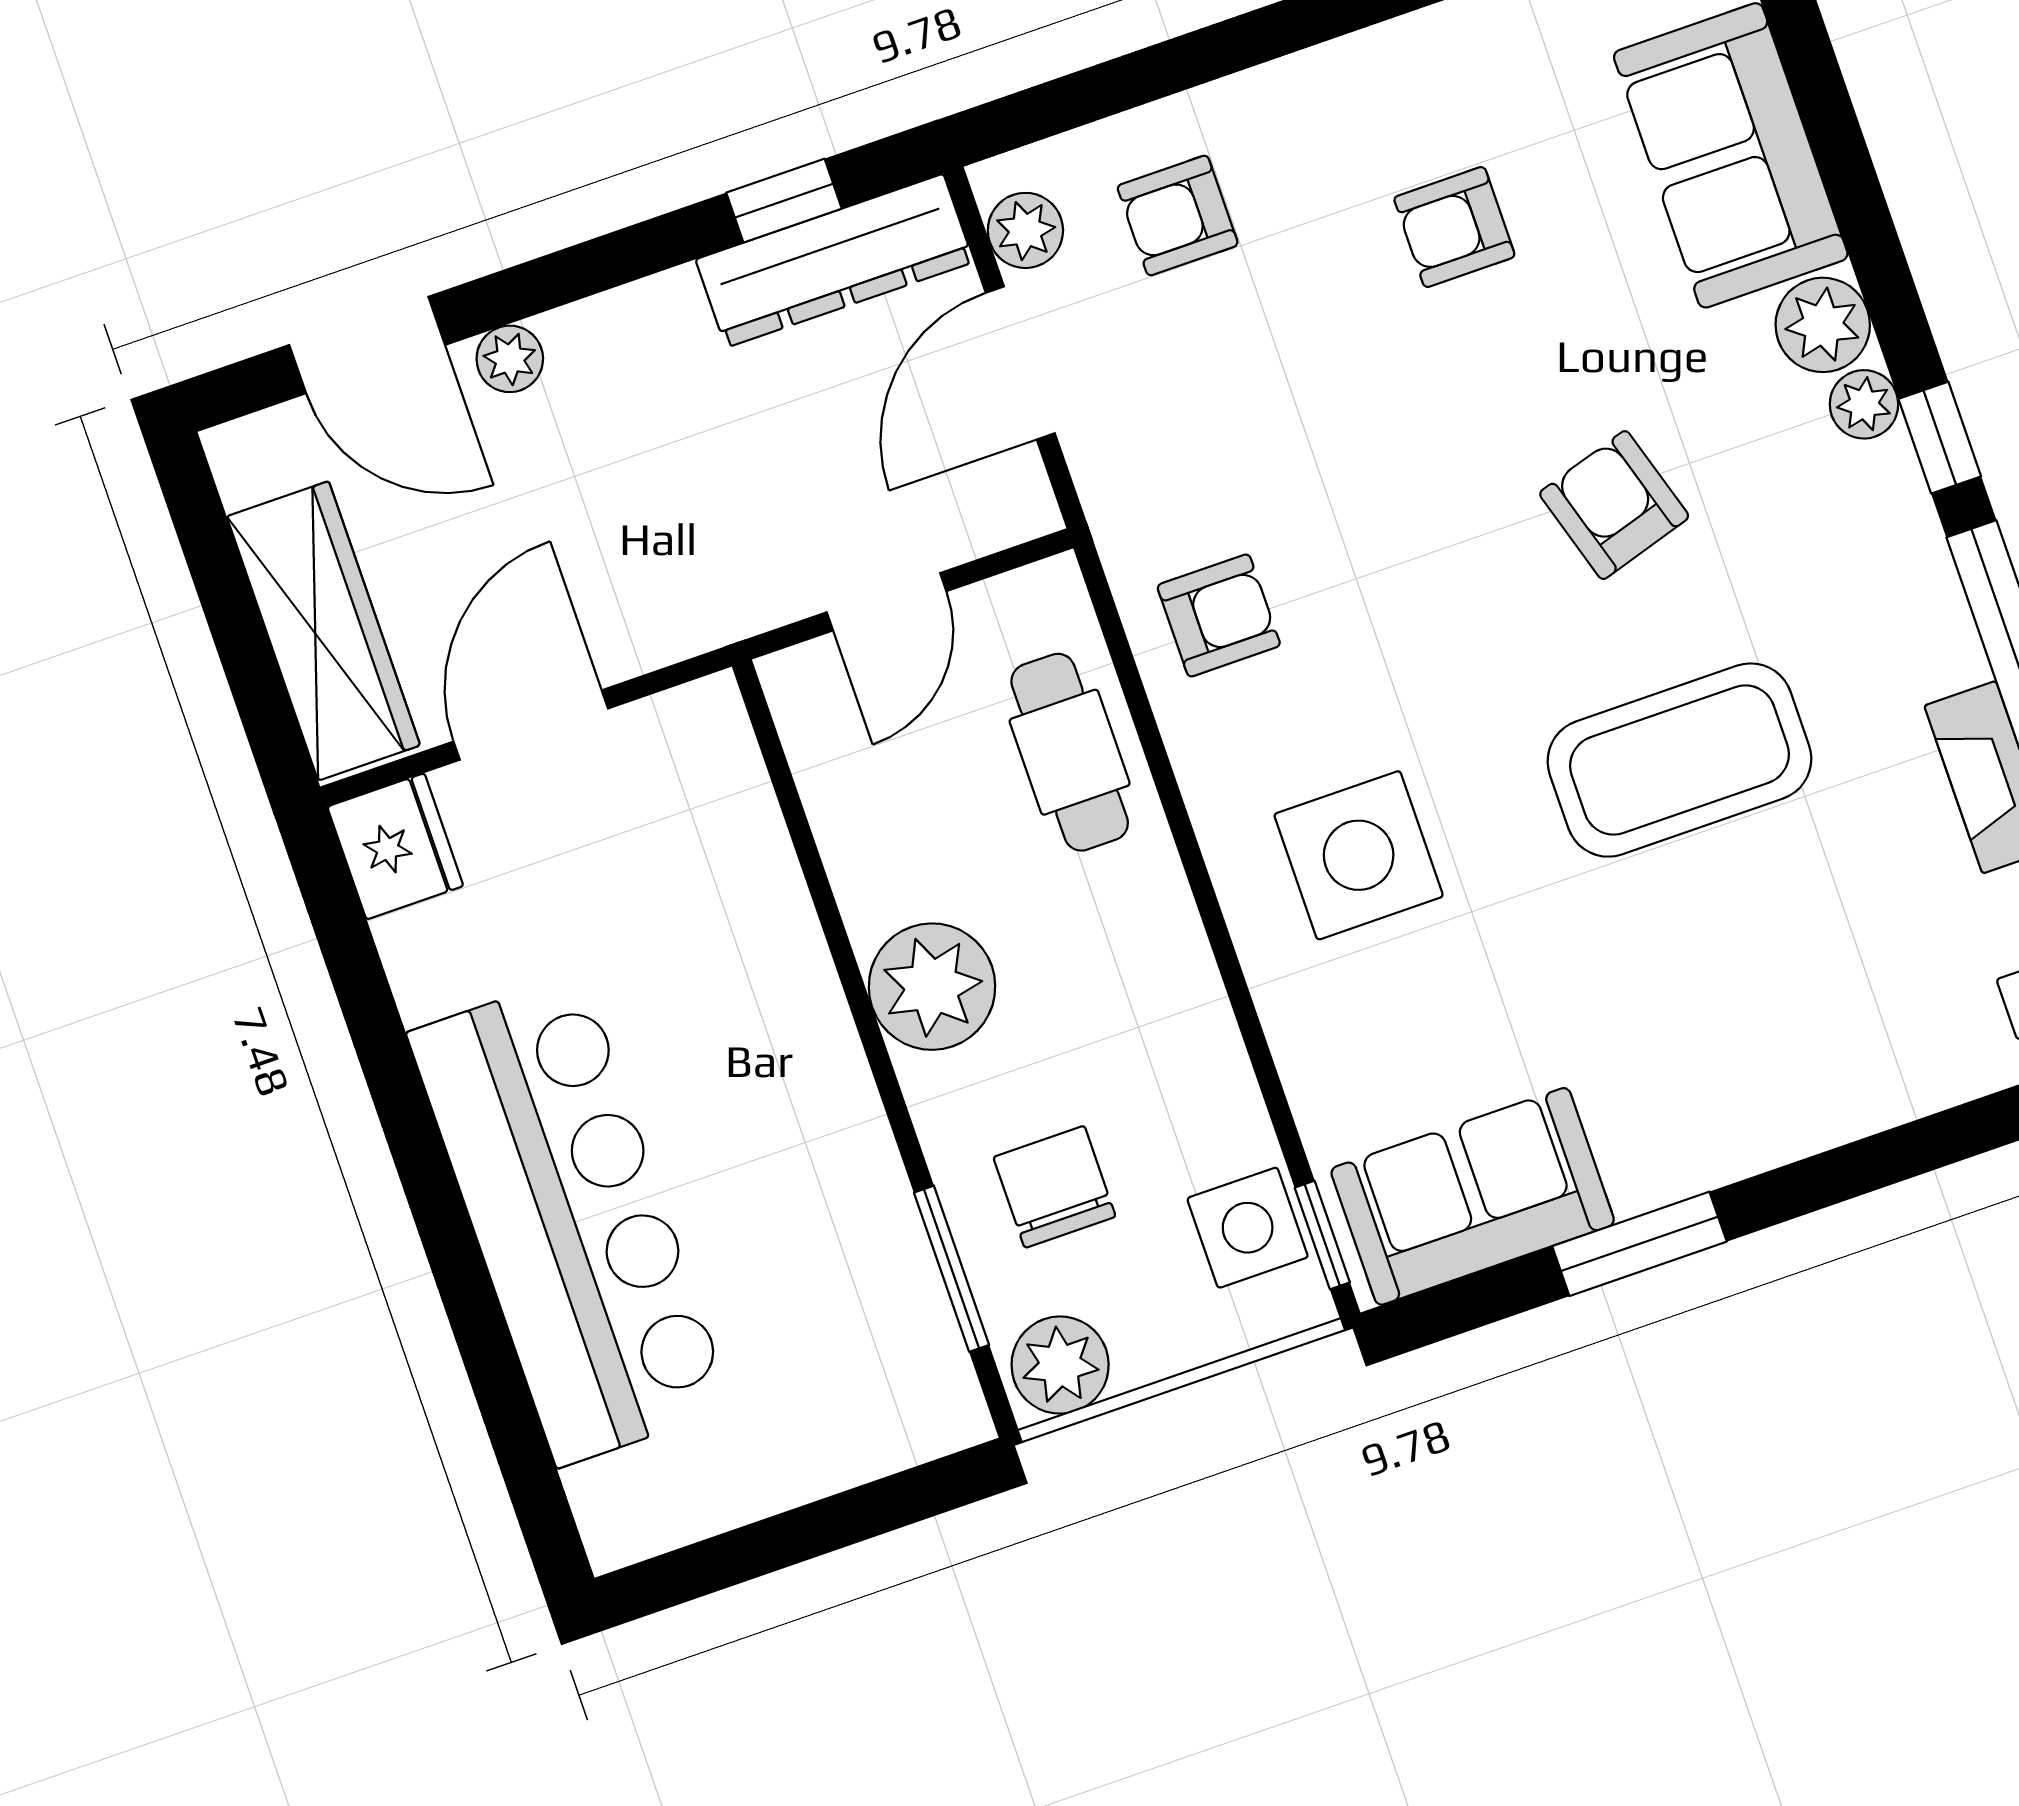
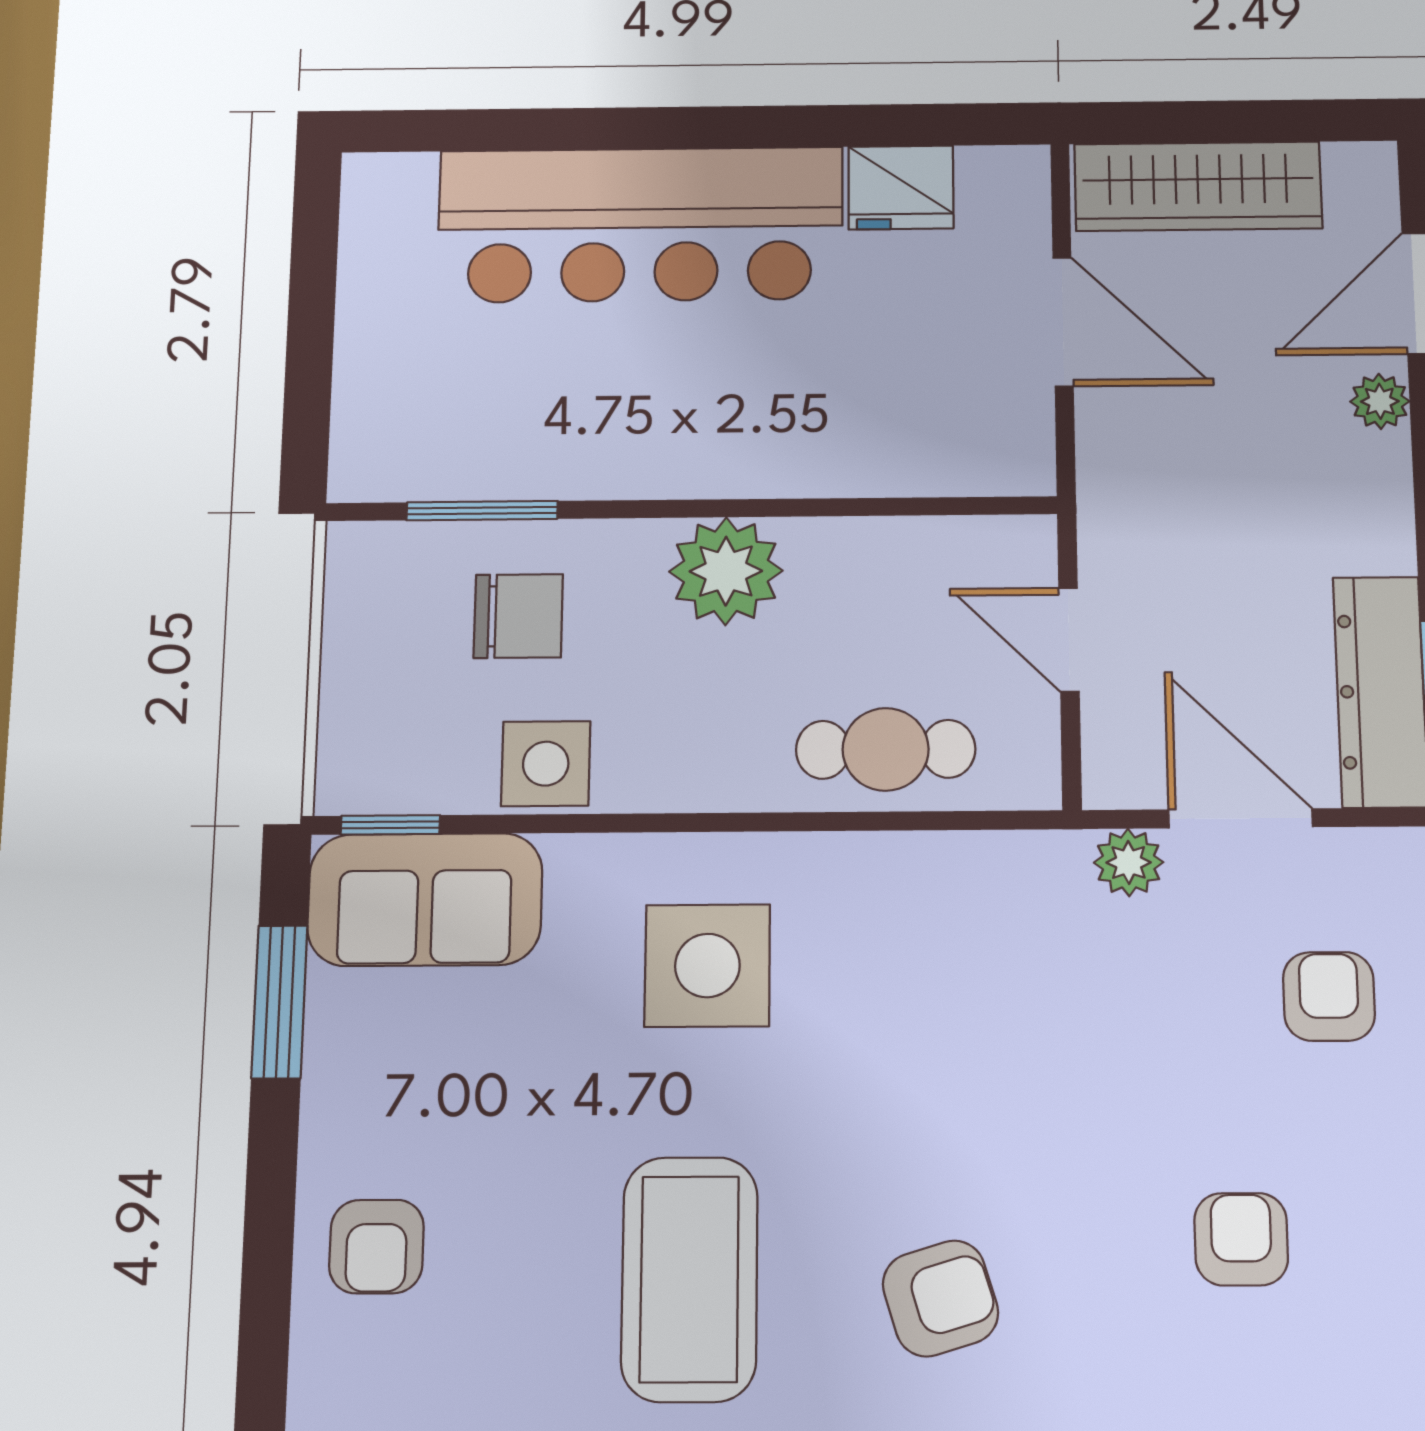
plant: (1025, 230) -> (1129, 862), moved
armchair: (1219, 615) -> (376, 1246), moved
fridge: (395, 846) -> (901, 187), moved
sofa: (1473, 1196) -> (425, 899), moved, turned 90
side table: (1248, 1228) -> (546, 764), moved
window: (1639, 1244) -> (279, 1002), moved
plant: (1060, 1365) -> (367, 572), removed

